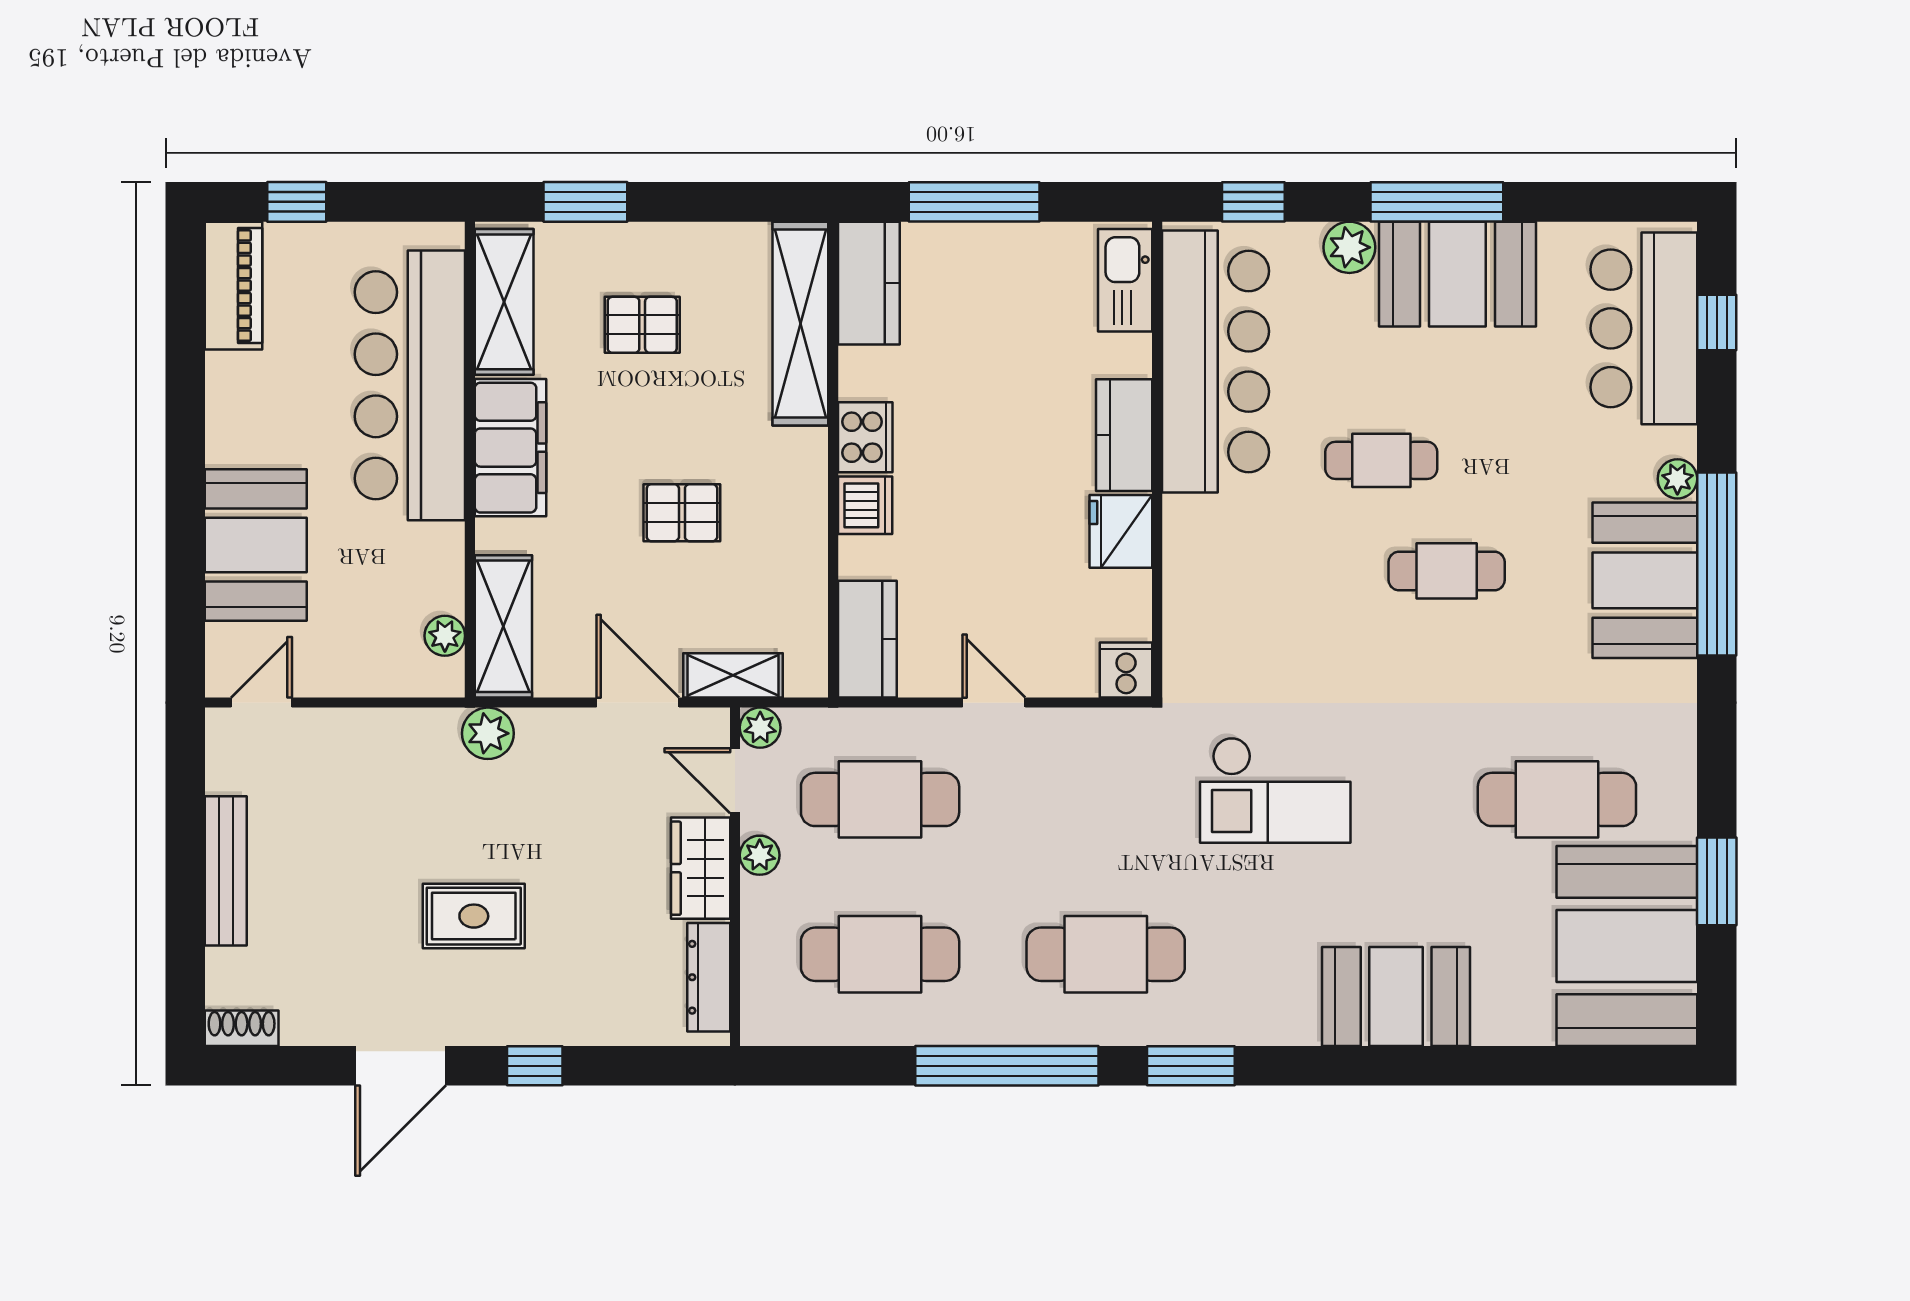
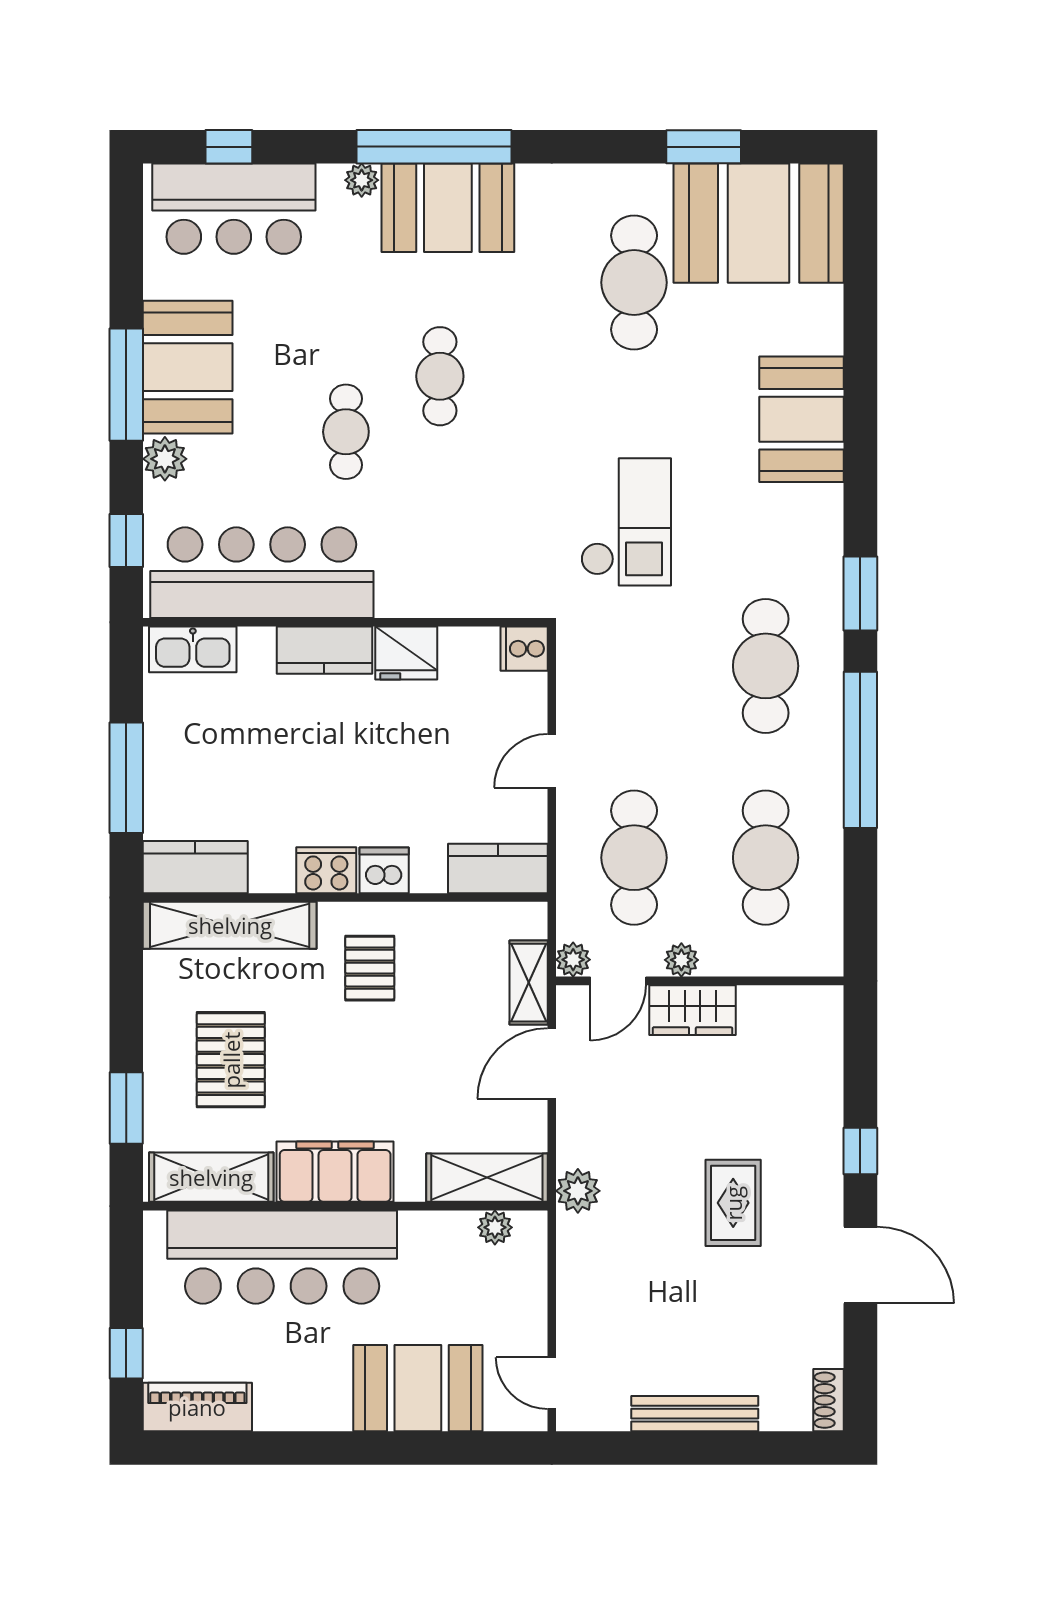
pallet: (642, 325) -> (231, 1060), width x1.50, depth x1.42
pallet: (682, 513) -> (370, 968), moved
dresser: (709, 977) -> (785, 1003), removed

